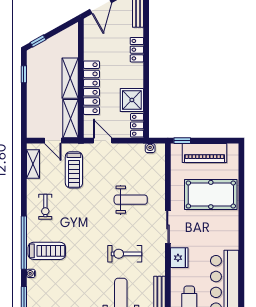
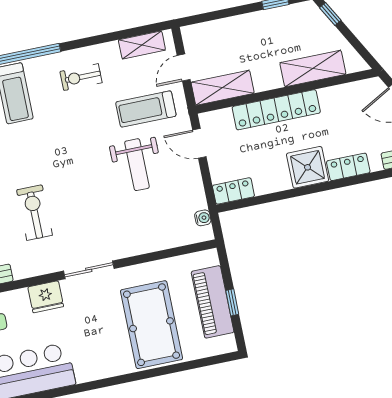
shelving: (70, 78) -> (313, 68), moved
shower: (132, 100) -> (308, 167), moved
door: (103, 141) -> (199, 143), swing flipped
window: (182, 141) -> (232, 302), moved
weight bench: (131, 200) -> (137, 165), moved

